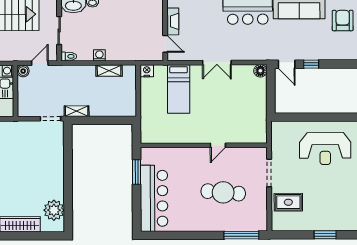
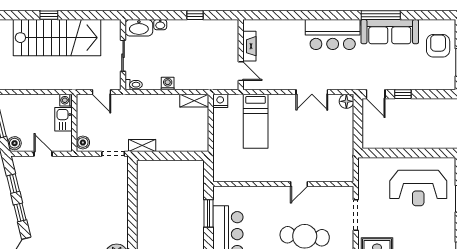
door: (40, 63) -> (101, 92), swing flipped
double door: (217, 63) -> (312, 92), moved
boiler: (23, 71) -> (83, 143), moved
shelving: (109, 71) -> (194, 101), moved

